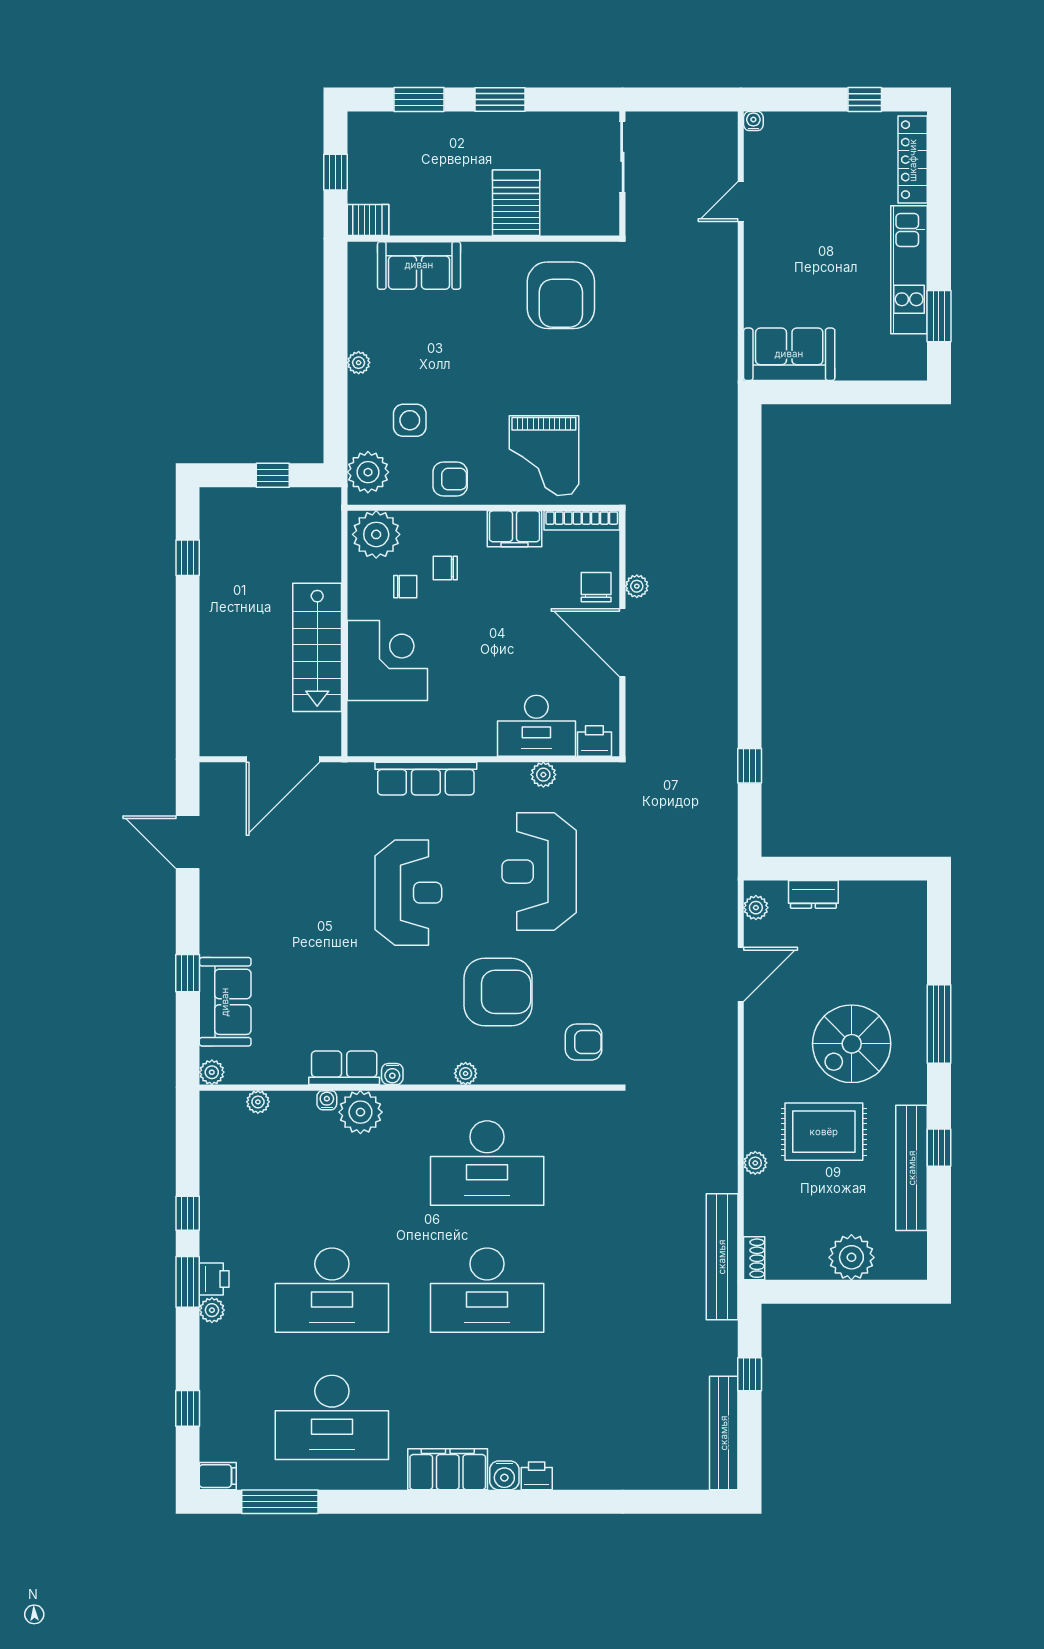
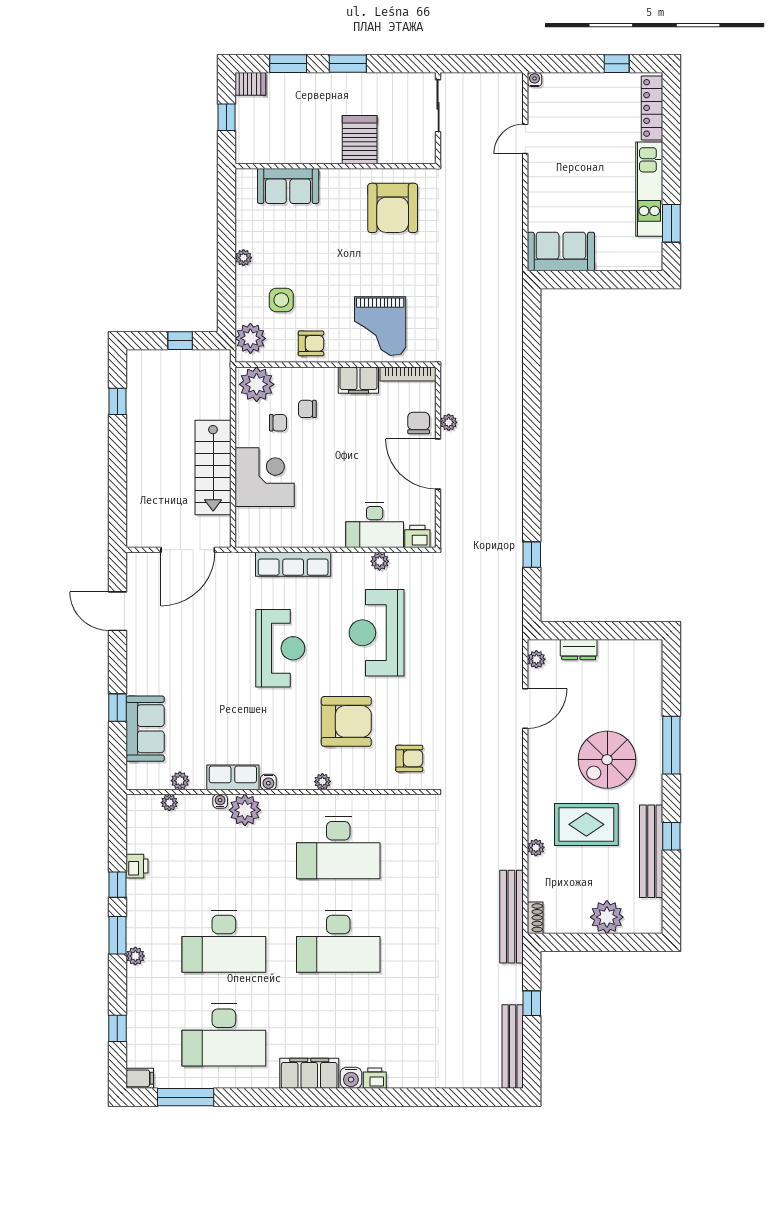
server rack: (368, 220) -> (250, 84), moved
plant: (212, 1072) -> (180, 781), moved
printer: (214, 1279) -> (137, 866), moved

